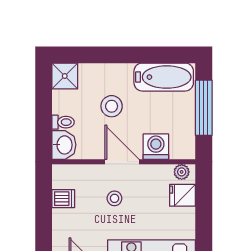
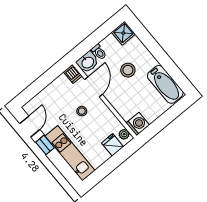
window: (204, 108) -> (167, 118), removed
washing machine: (156, 147) -> (138, 124), moved
door: (122, 162) -> (94, 87), moved
dishwasher: (63, 199) -> (73, 74), moved

